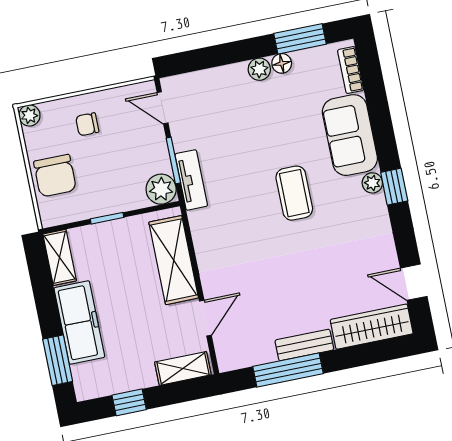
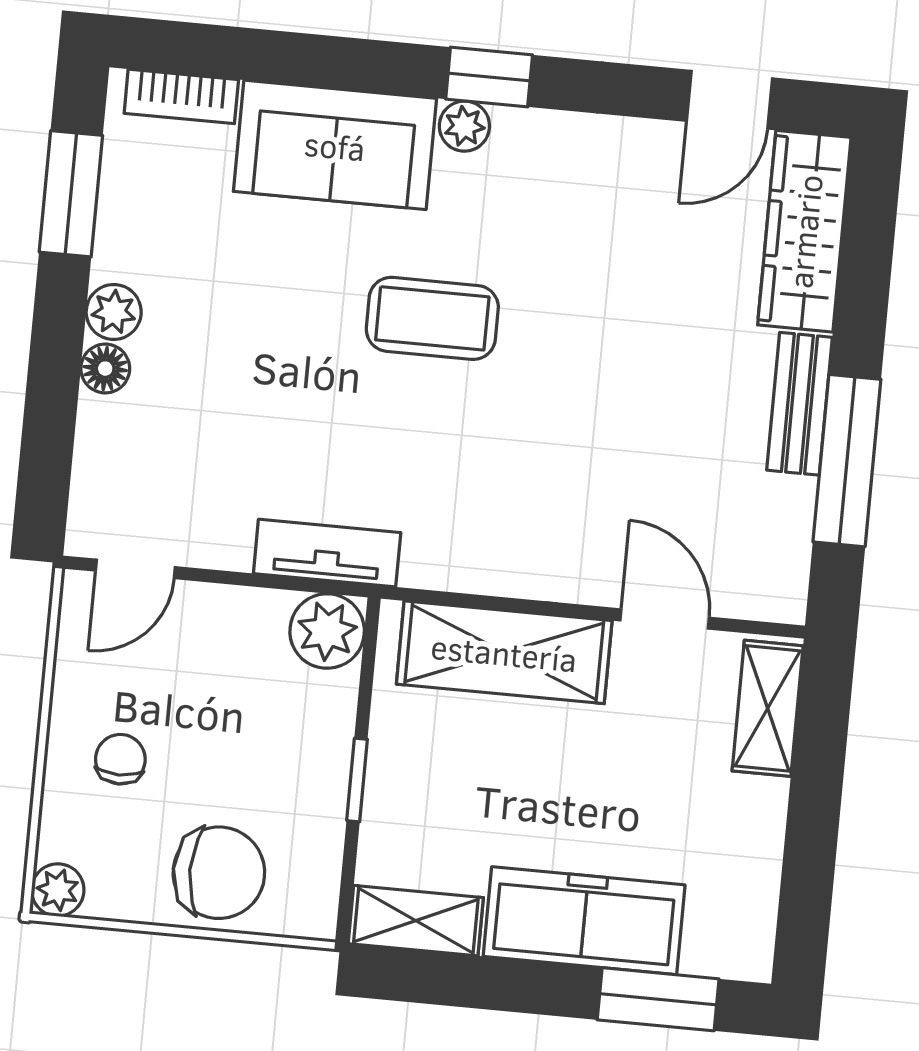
floor lamp: (282, 63) -> (105, 369), moved
chair: (87, 124) -> (120, 759), turned 180
window: (173, 160) -> (268, 581), removed
window: (129, 402) -> (809, 860), removed

